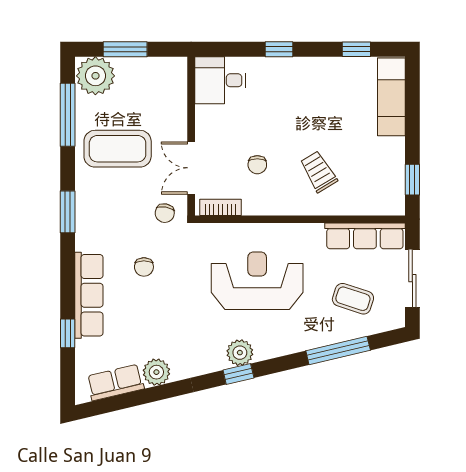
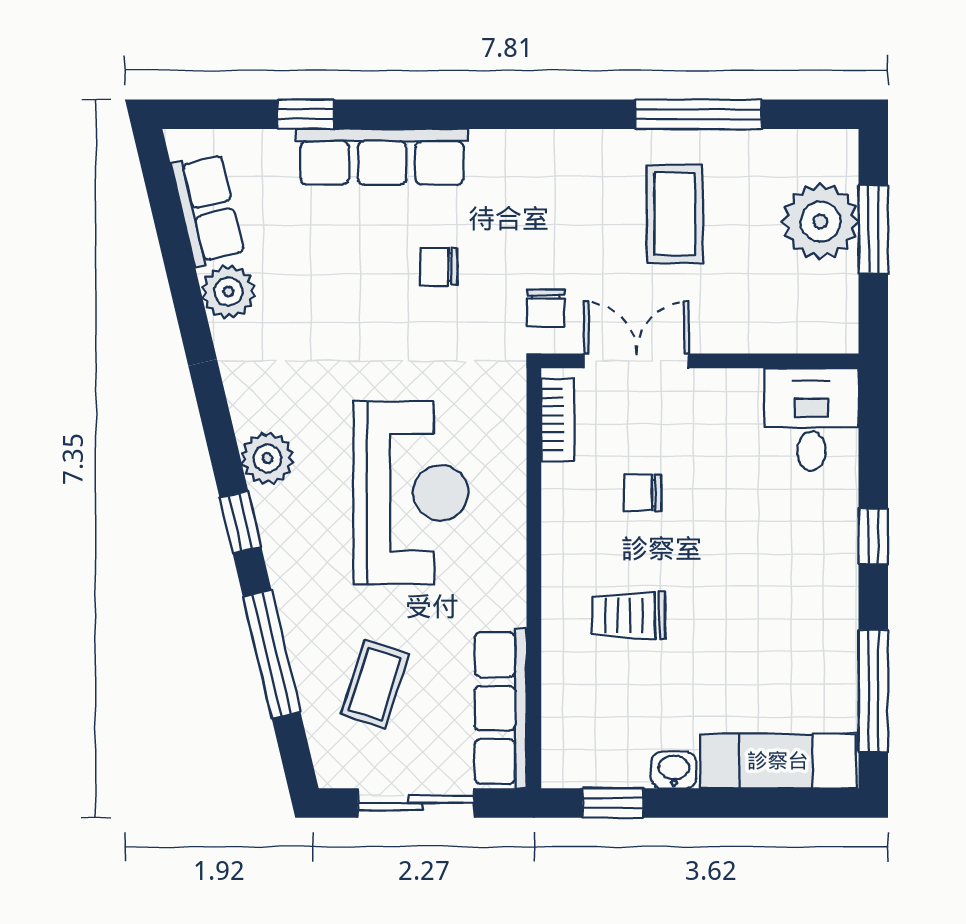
window: (356, 49) -> (873, 691), width x2.17
plant: (95, 76) -> (820, 221), moved
window: (68, 115) -> (699, 114), moved
coffee table: (118, 149) -> (675, 214), width x0.73, depth x0.76
washbasin: (396, 149) -> (674, 770), added
trolley: (319, 172) -> (629, 616), turned -149
window: (68, 212) -> (548, 114), removed
chair: (165, 213) -> (546, 308), turned -100
window: (238, 374) -> (240, 522), moved

